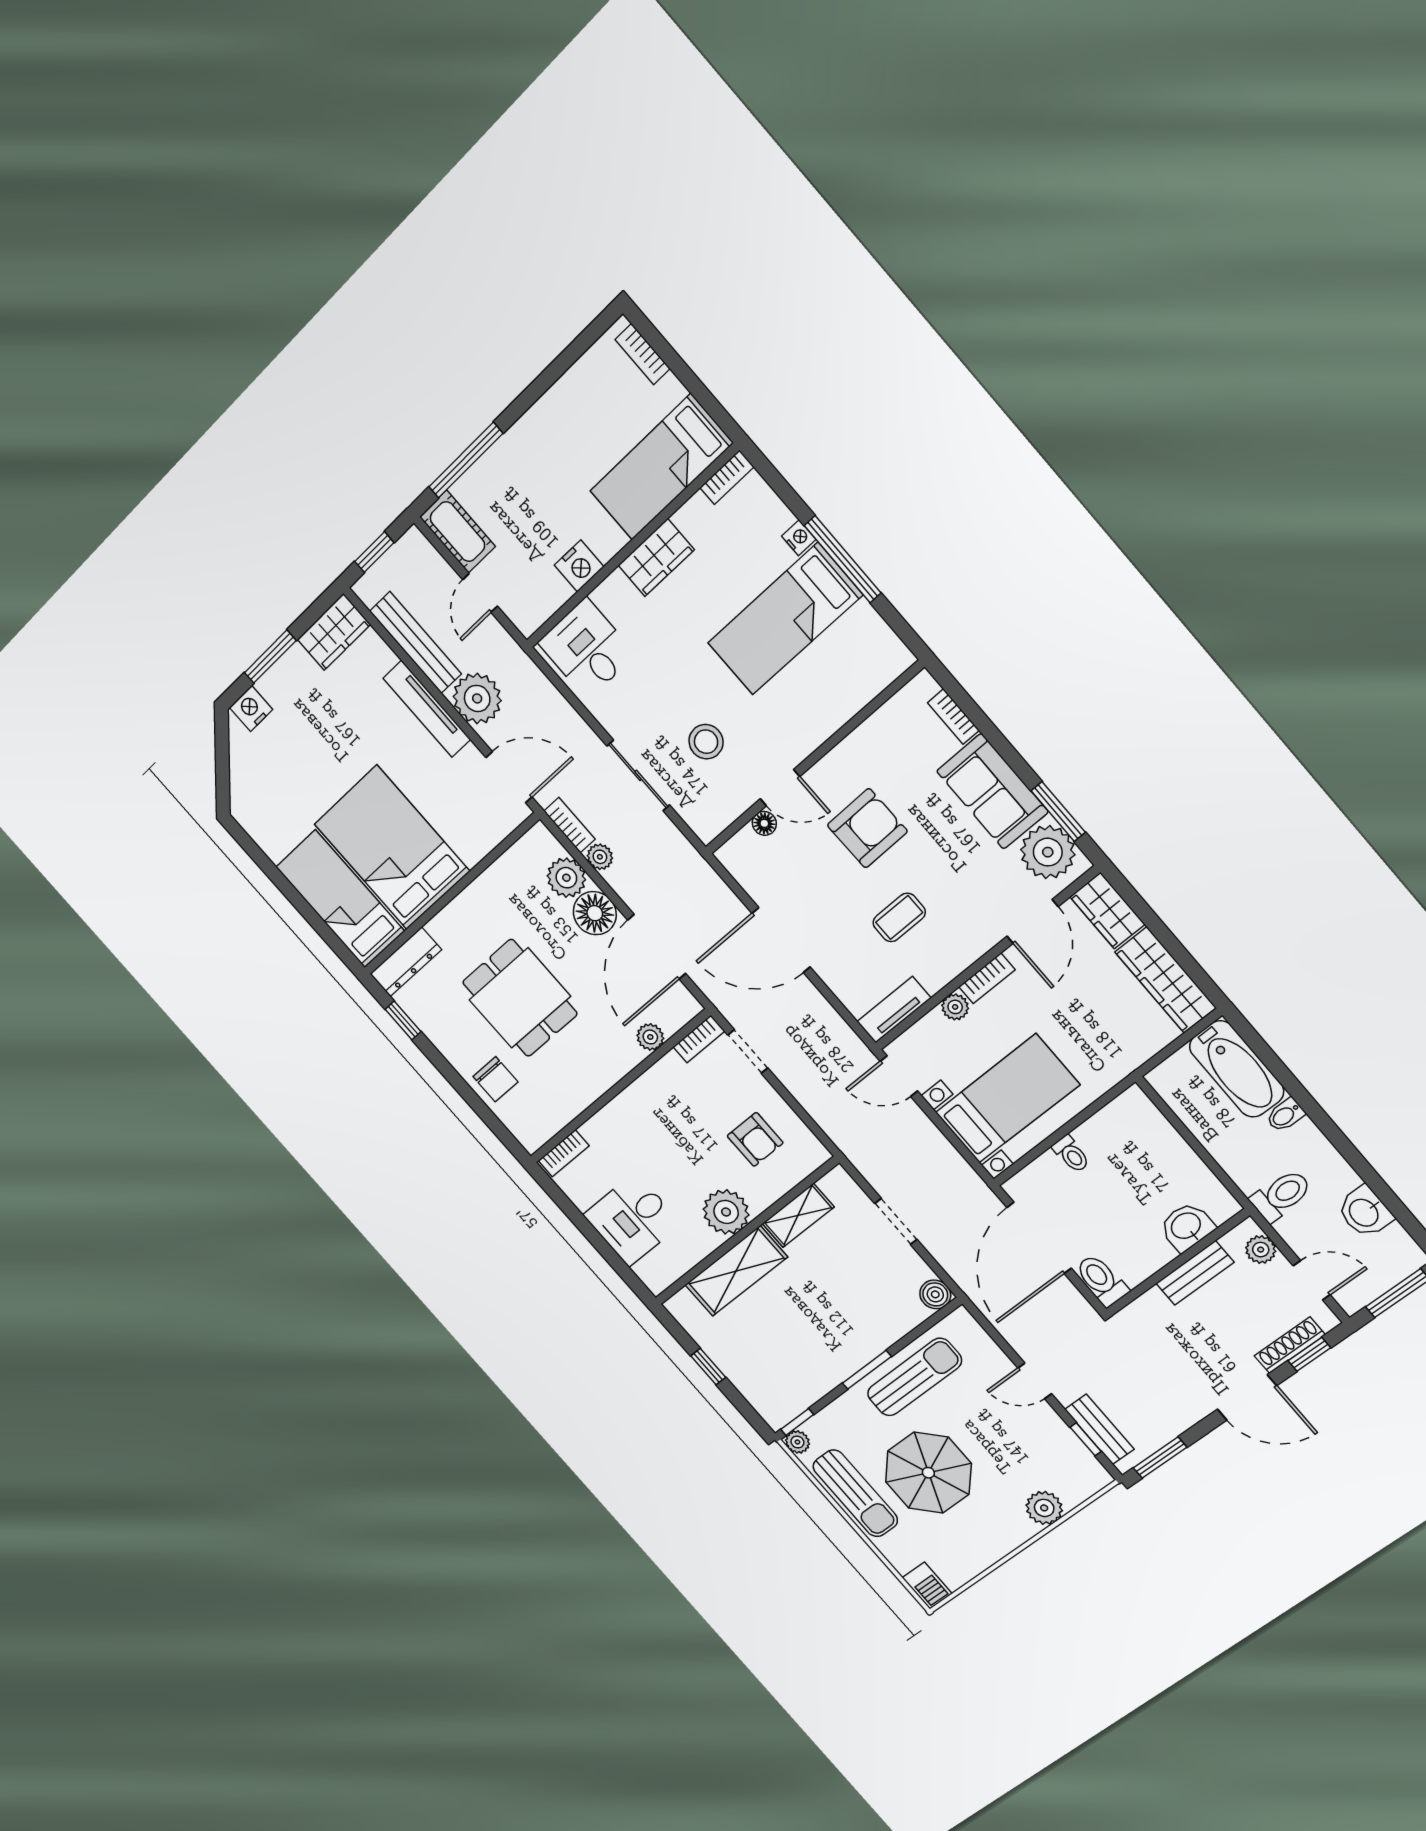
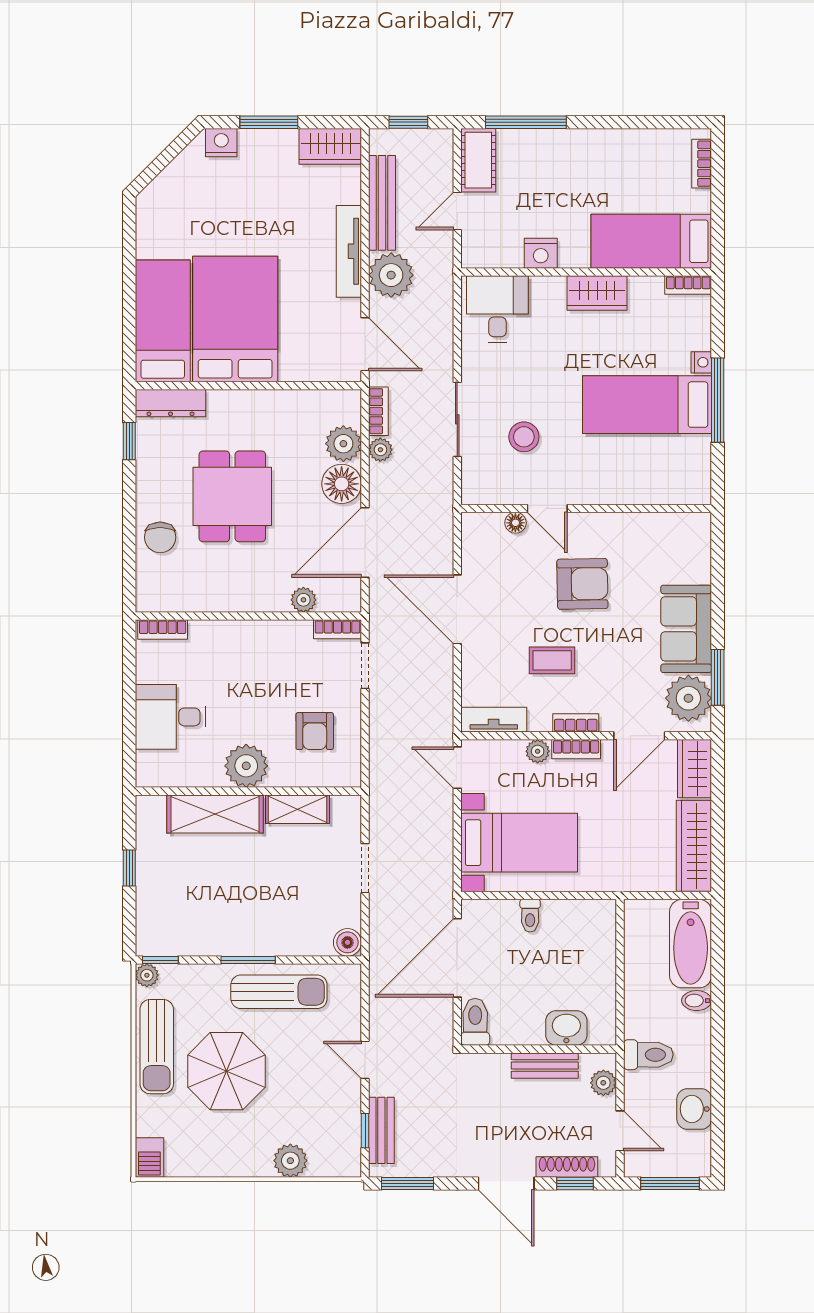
bookcase: (953, 717) -> (576, 723), moved, turned 90

